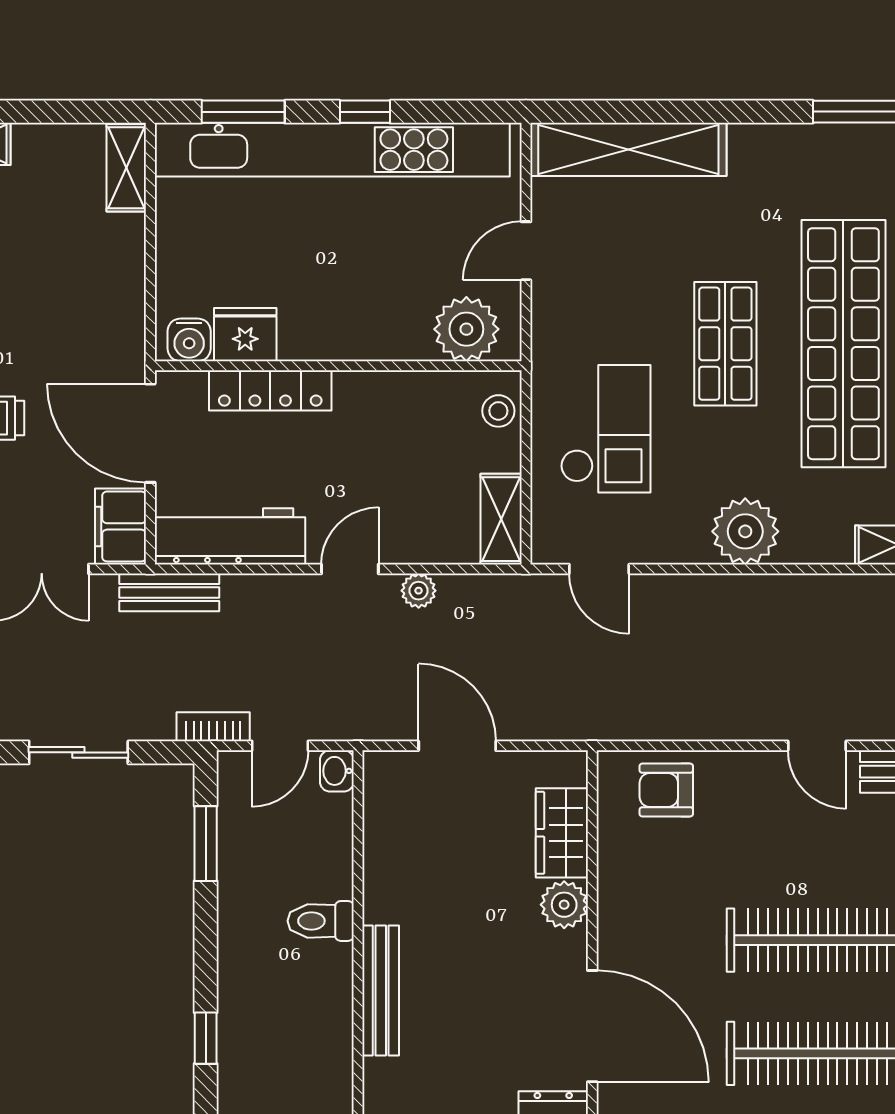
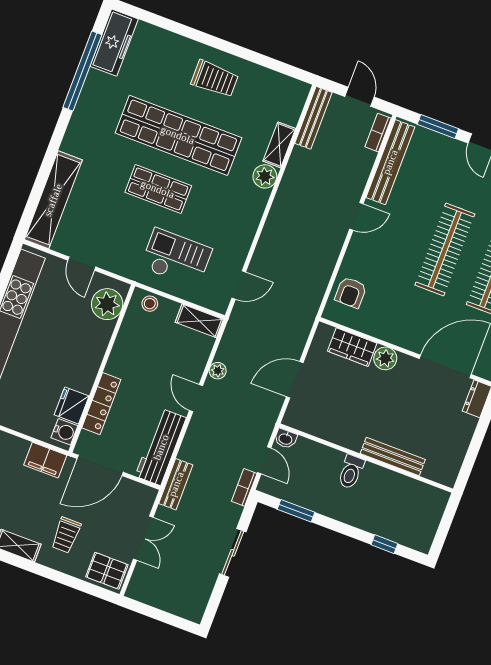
filing cabinet: (121, 526) -> (45, 460), moved
plant: (745, 531) -> (265, 176), moved, width x0.73, depth x0.73

